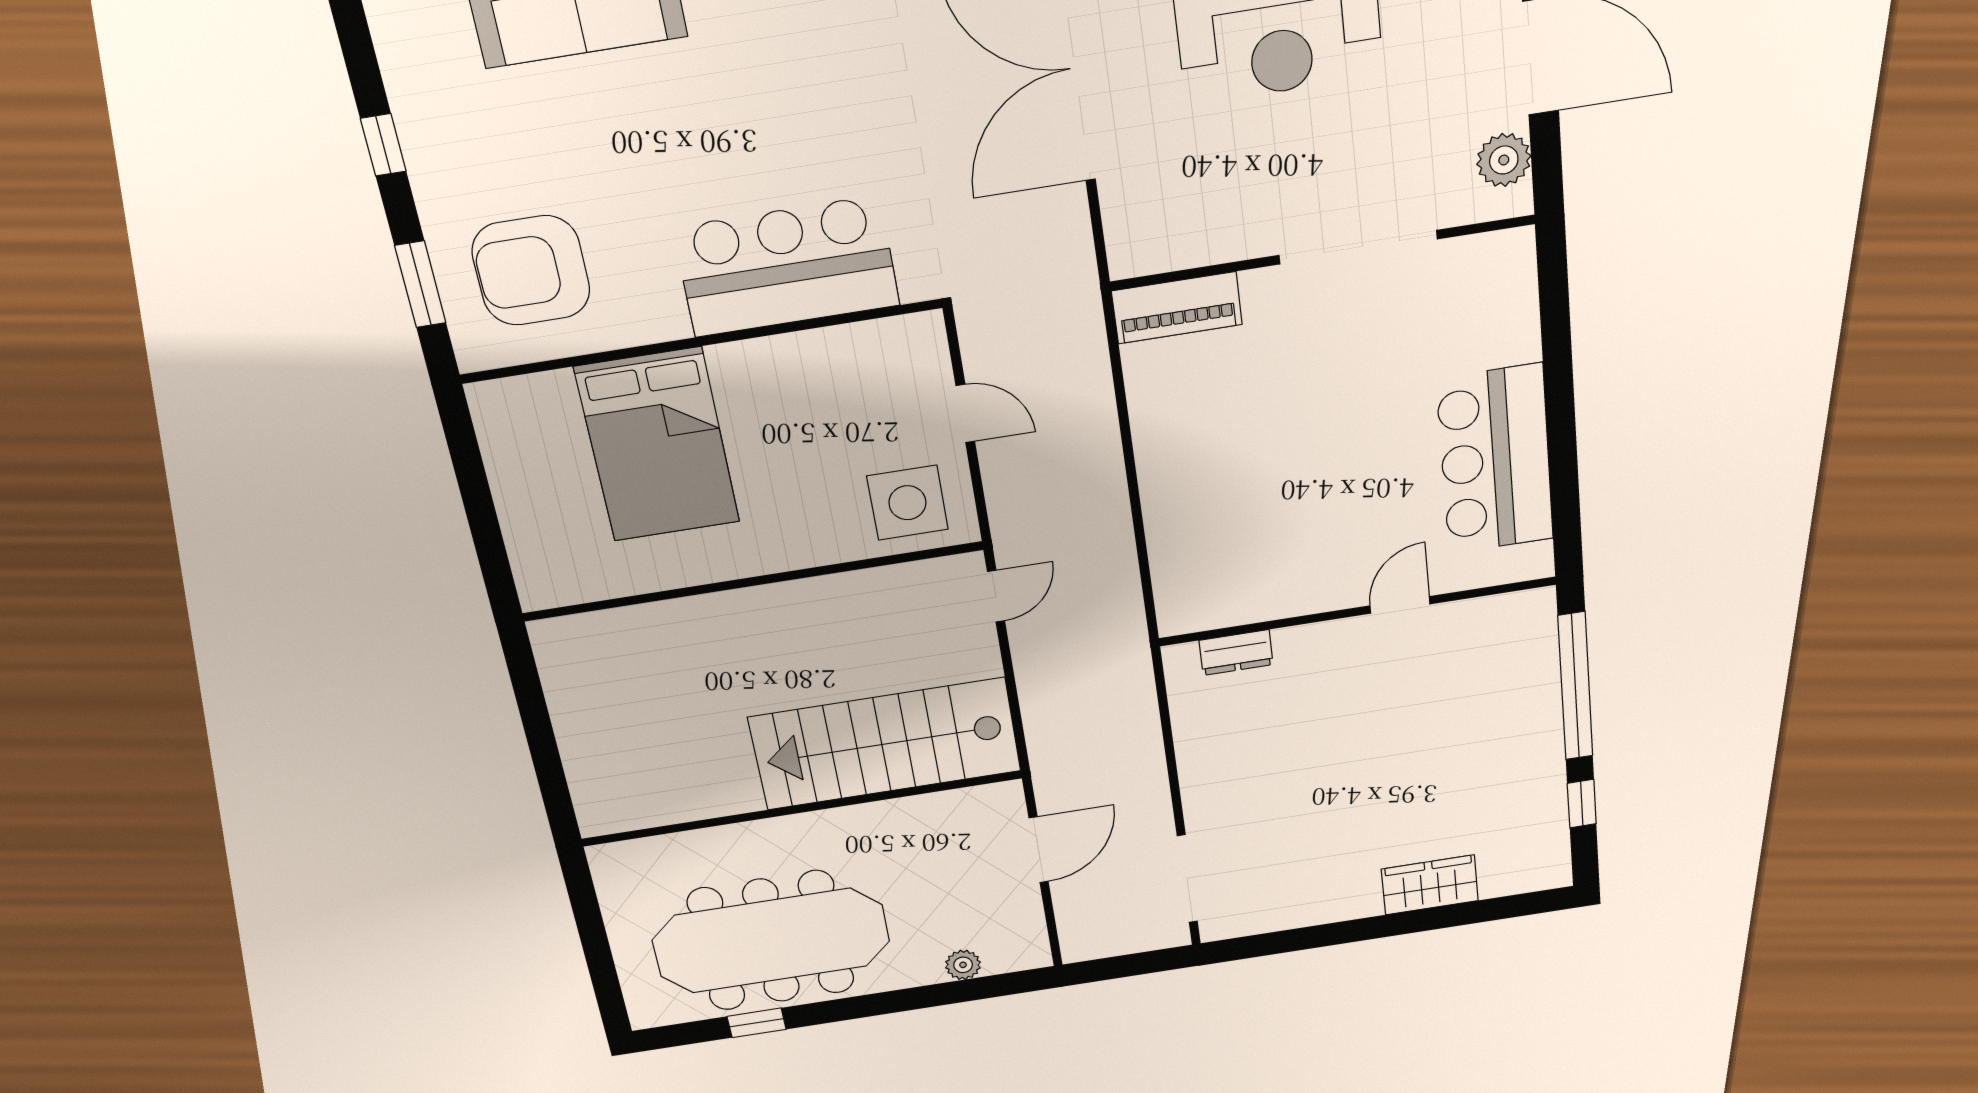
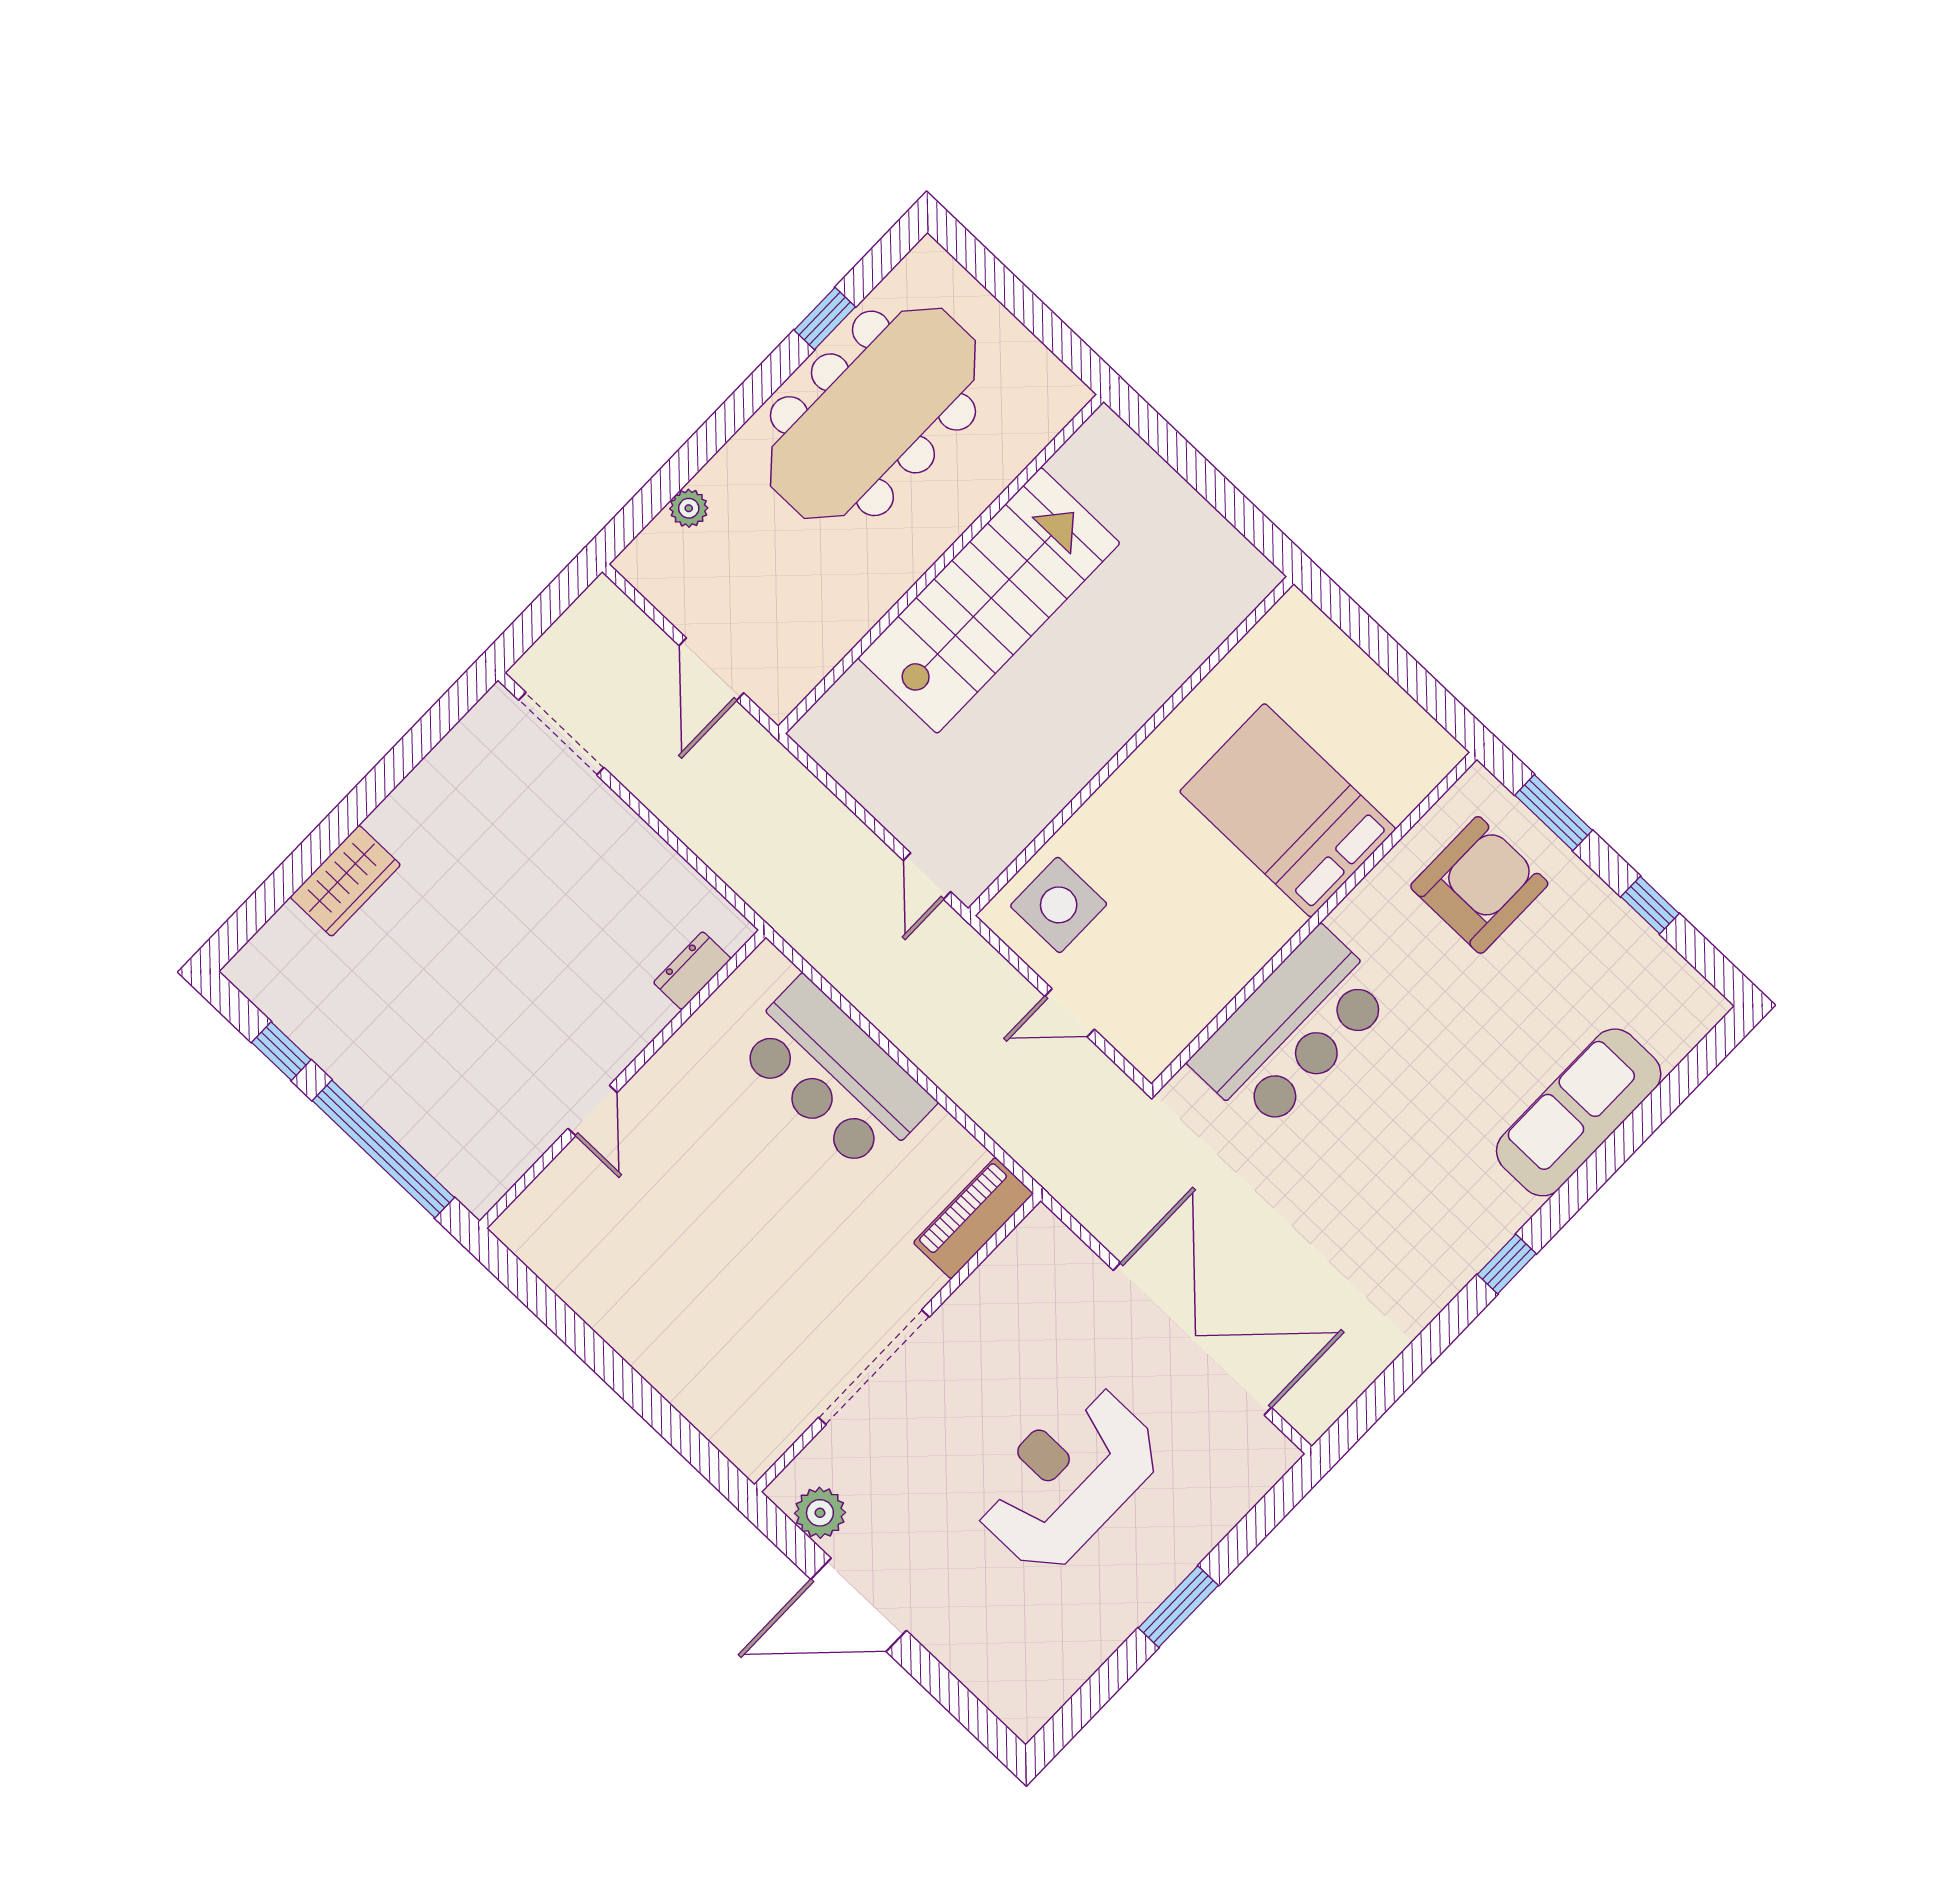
bar counter: (1495, 460) -> (835, 1075), moved, turned 180
stairs: (885, 744) -> (989, 600), moved

